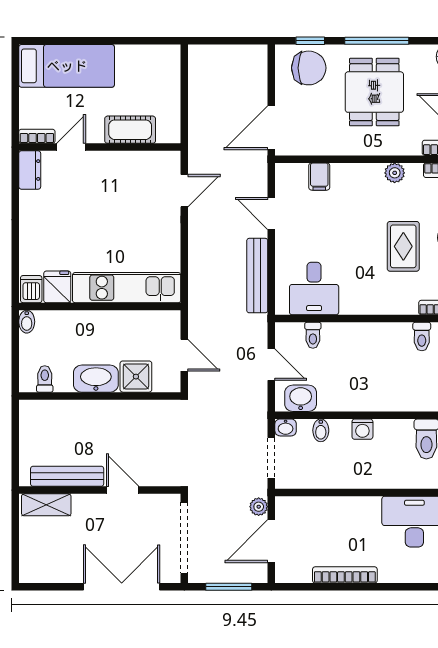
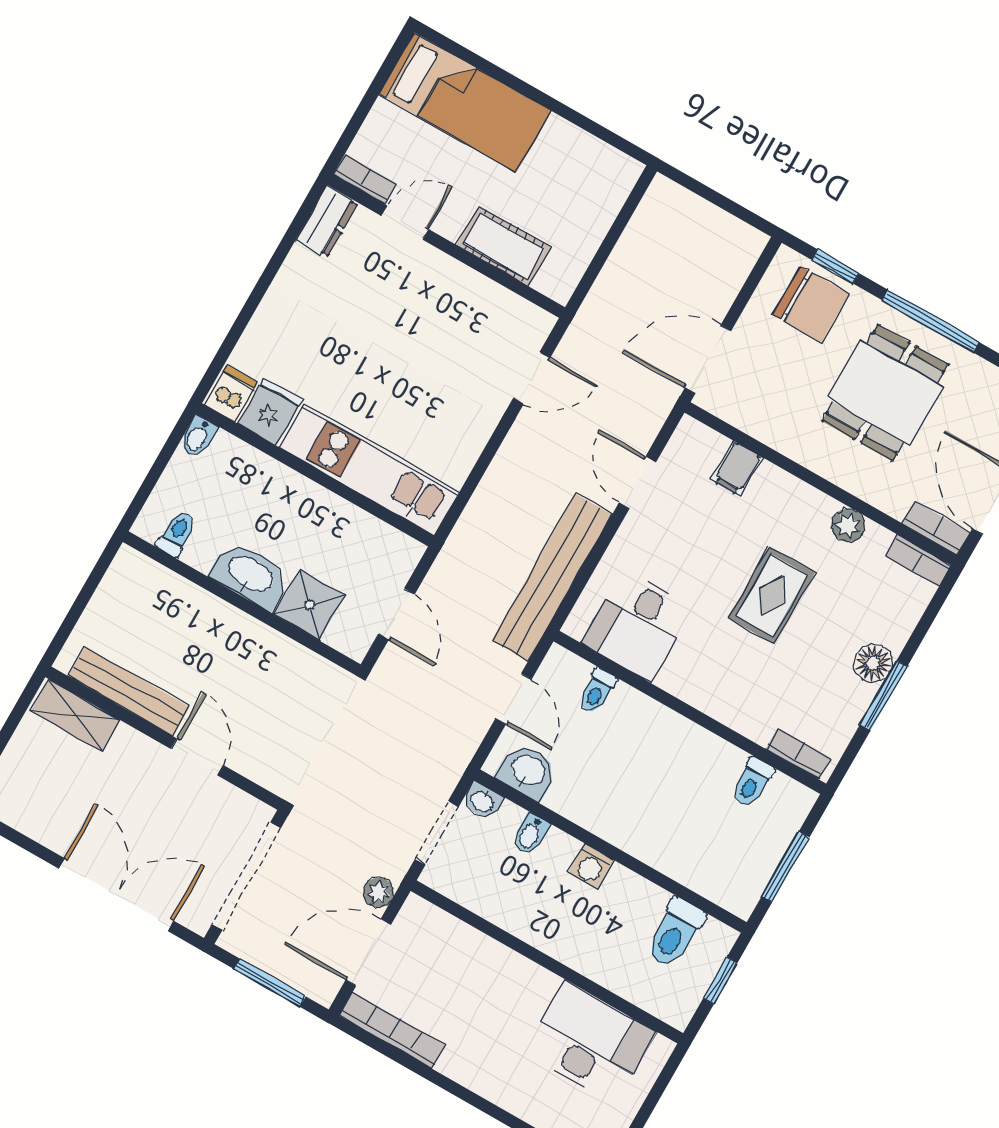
rug: (403, 246) -> (772, 595), moved
bench: (257, 276) -> (552, 578), width x1.37, depth x1.21
bookcase: (345, 575) -> (392, 1030), moved

